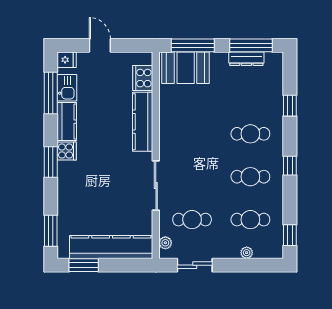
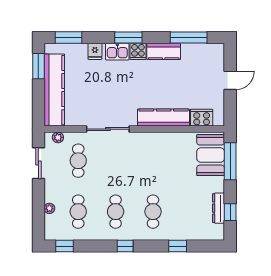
window: (251, 45) -> (230, 212), width x0.46
fridge: (67, 60) -> (95, 51), moved
kitchen sink: (67, 88) -> (117, 52), moved

